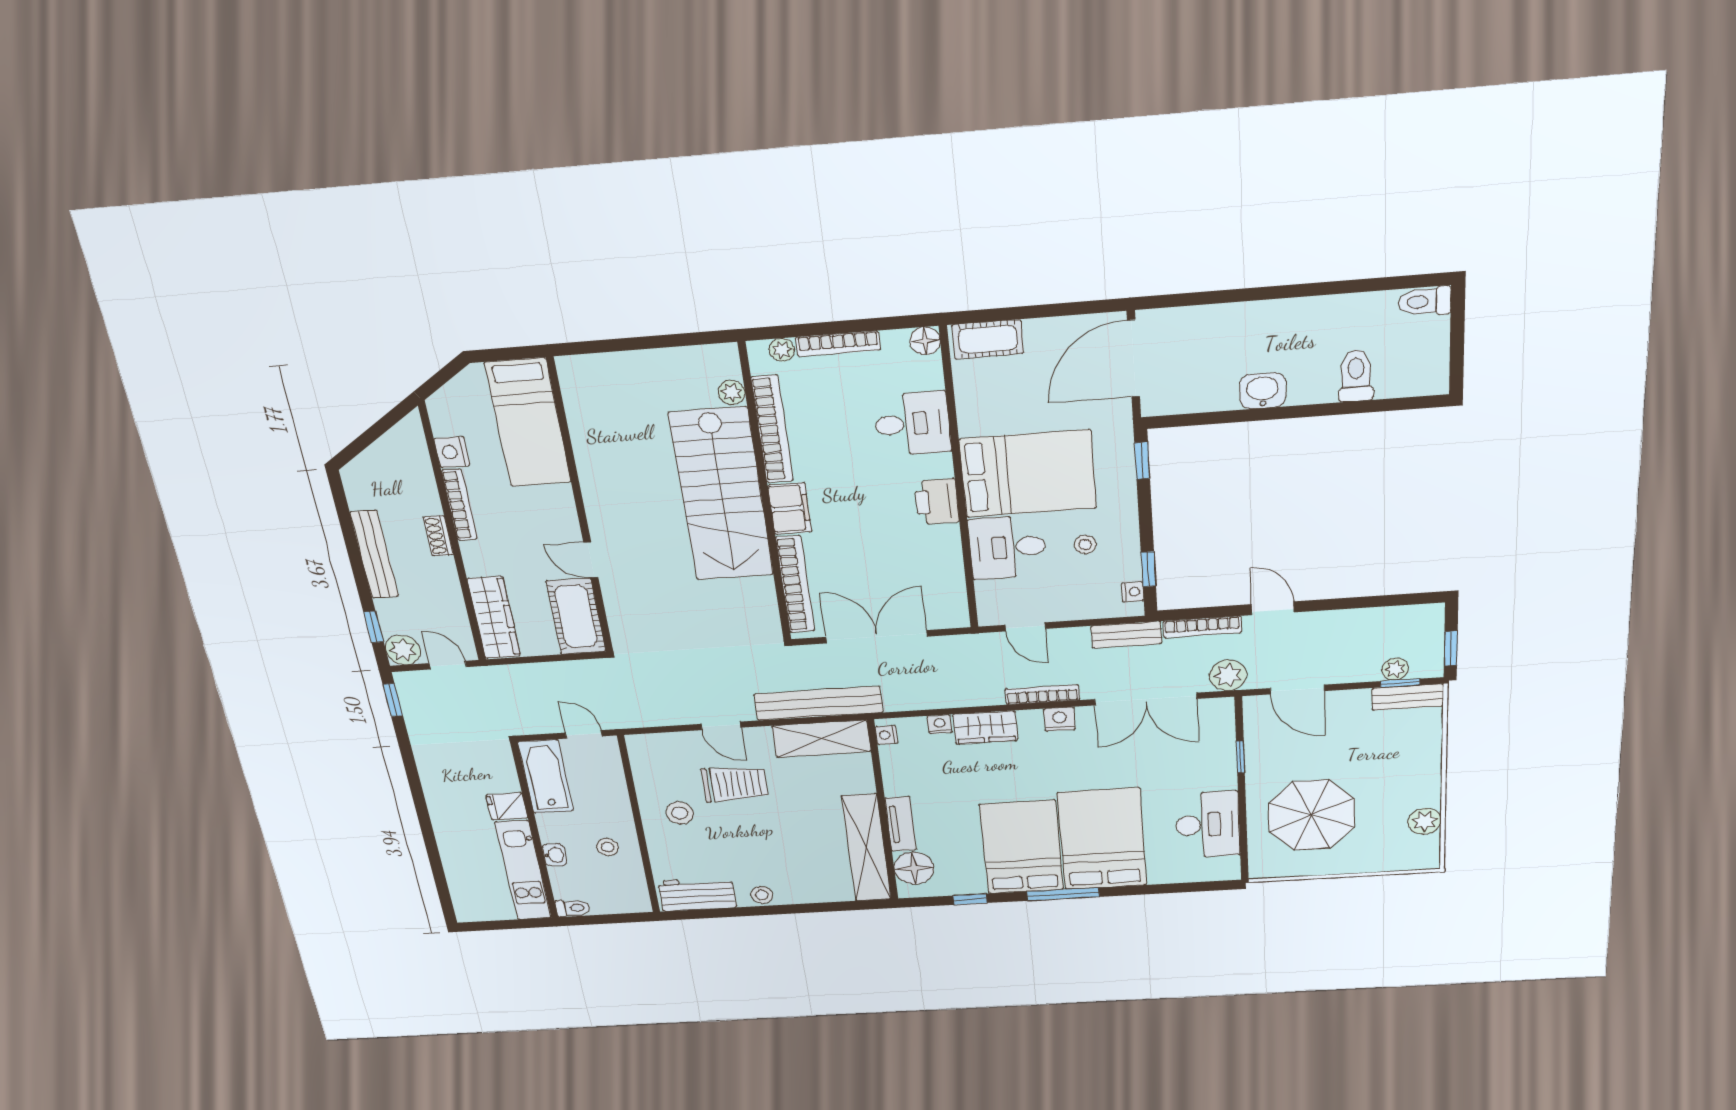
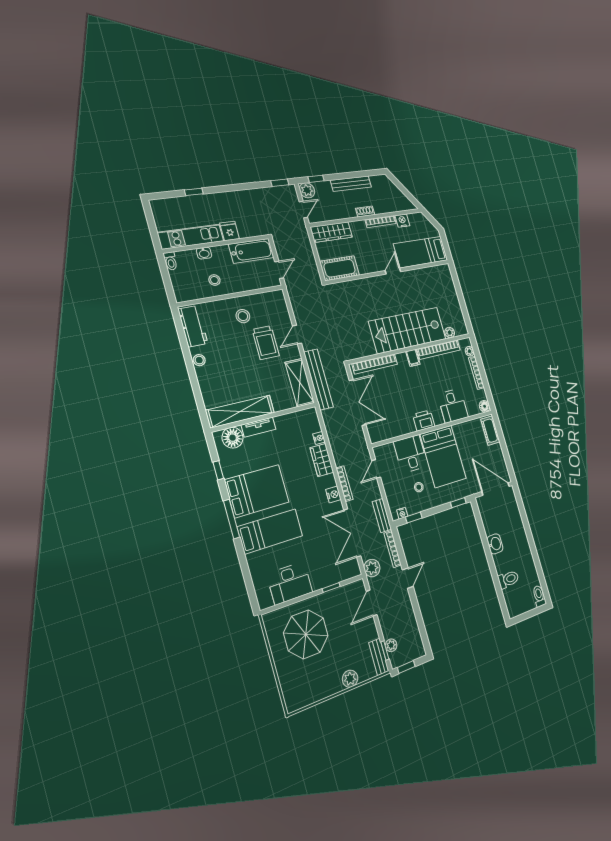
filing cabinet: (790, 509) -> (413, 358), width x0.50
door: (591, 560) -> (393, 271), moved
nightstand: (886, 735) -> (308, 413), removed
plant: (1425, 821) -> (350, 679), moved
bed: (1102, 839) -> (270, 531), width x0.67
window: (433, 852) -> (194, 192), added

